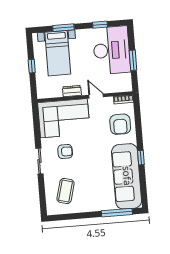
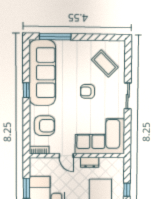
armchair: (120, 124) -> (44, 126), turned 90
armchair: (65, 152) -> (87, 91), moved
coffee table: (66, 191) -> (105, 63), turned -60

